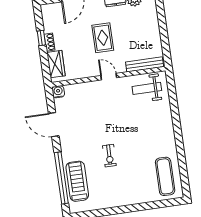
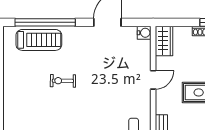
wardrobe: (56, 64) -> (164, 41), moved, turned -90
door: (109, 77) -> (153, 80), moved

